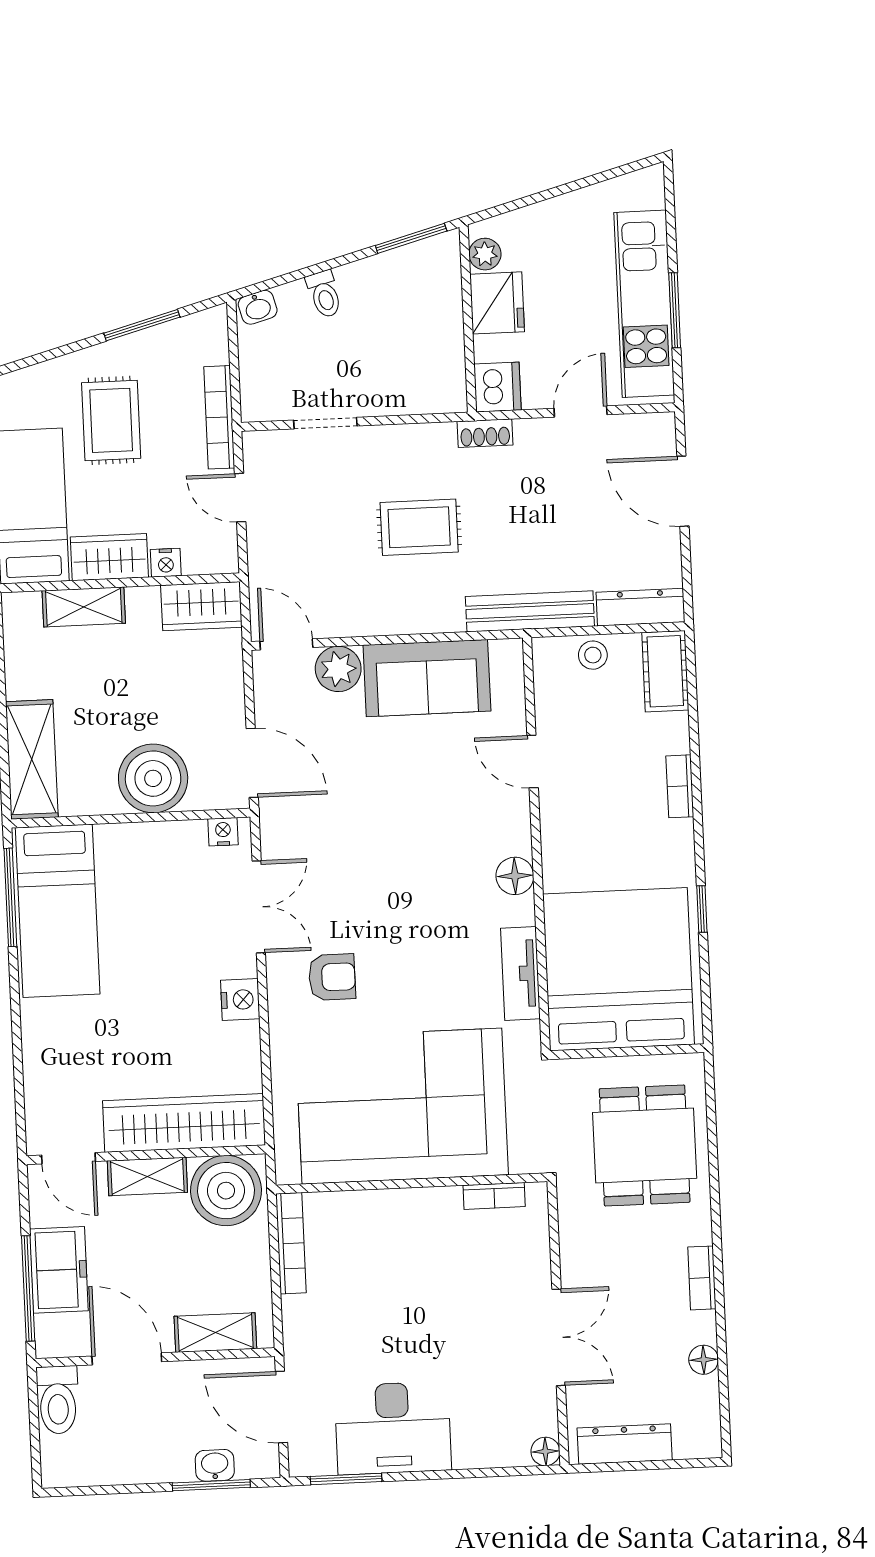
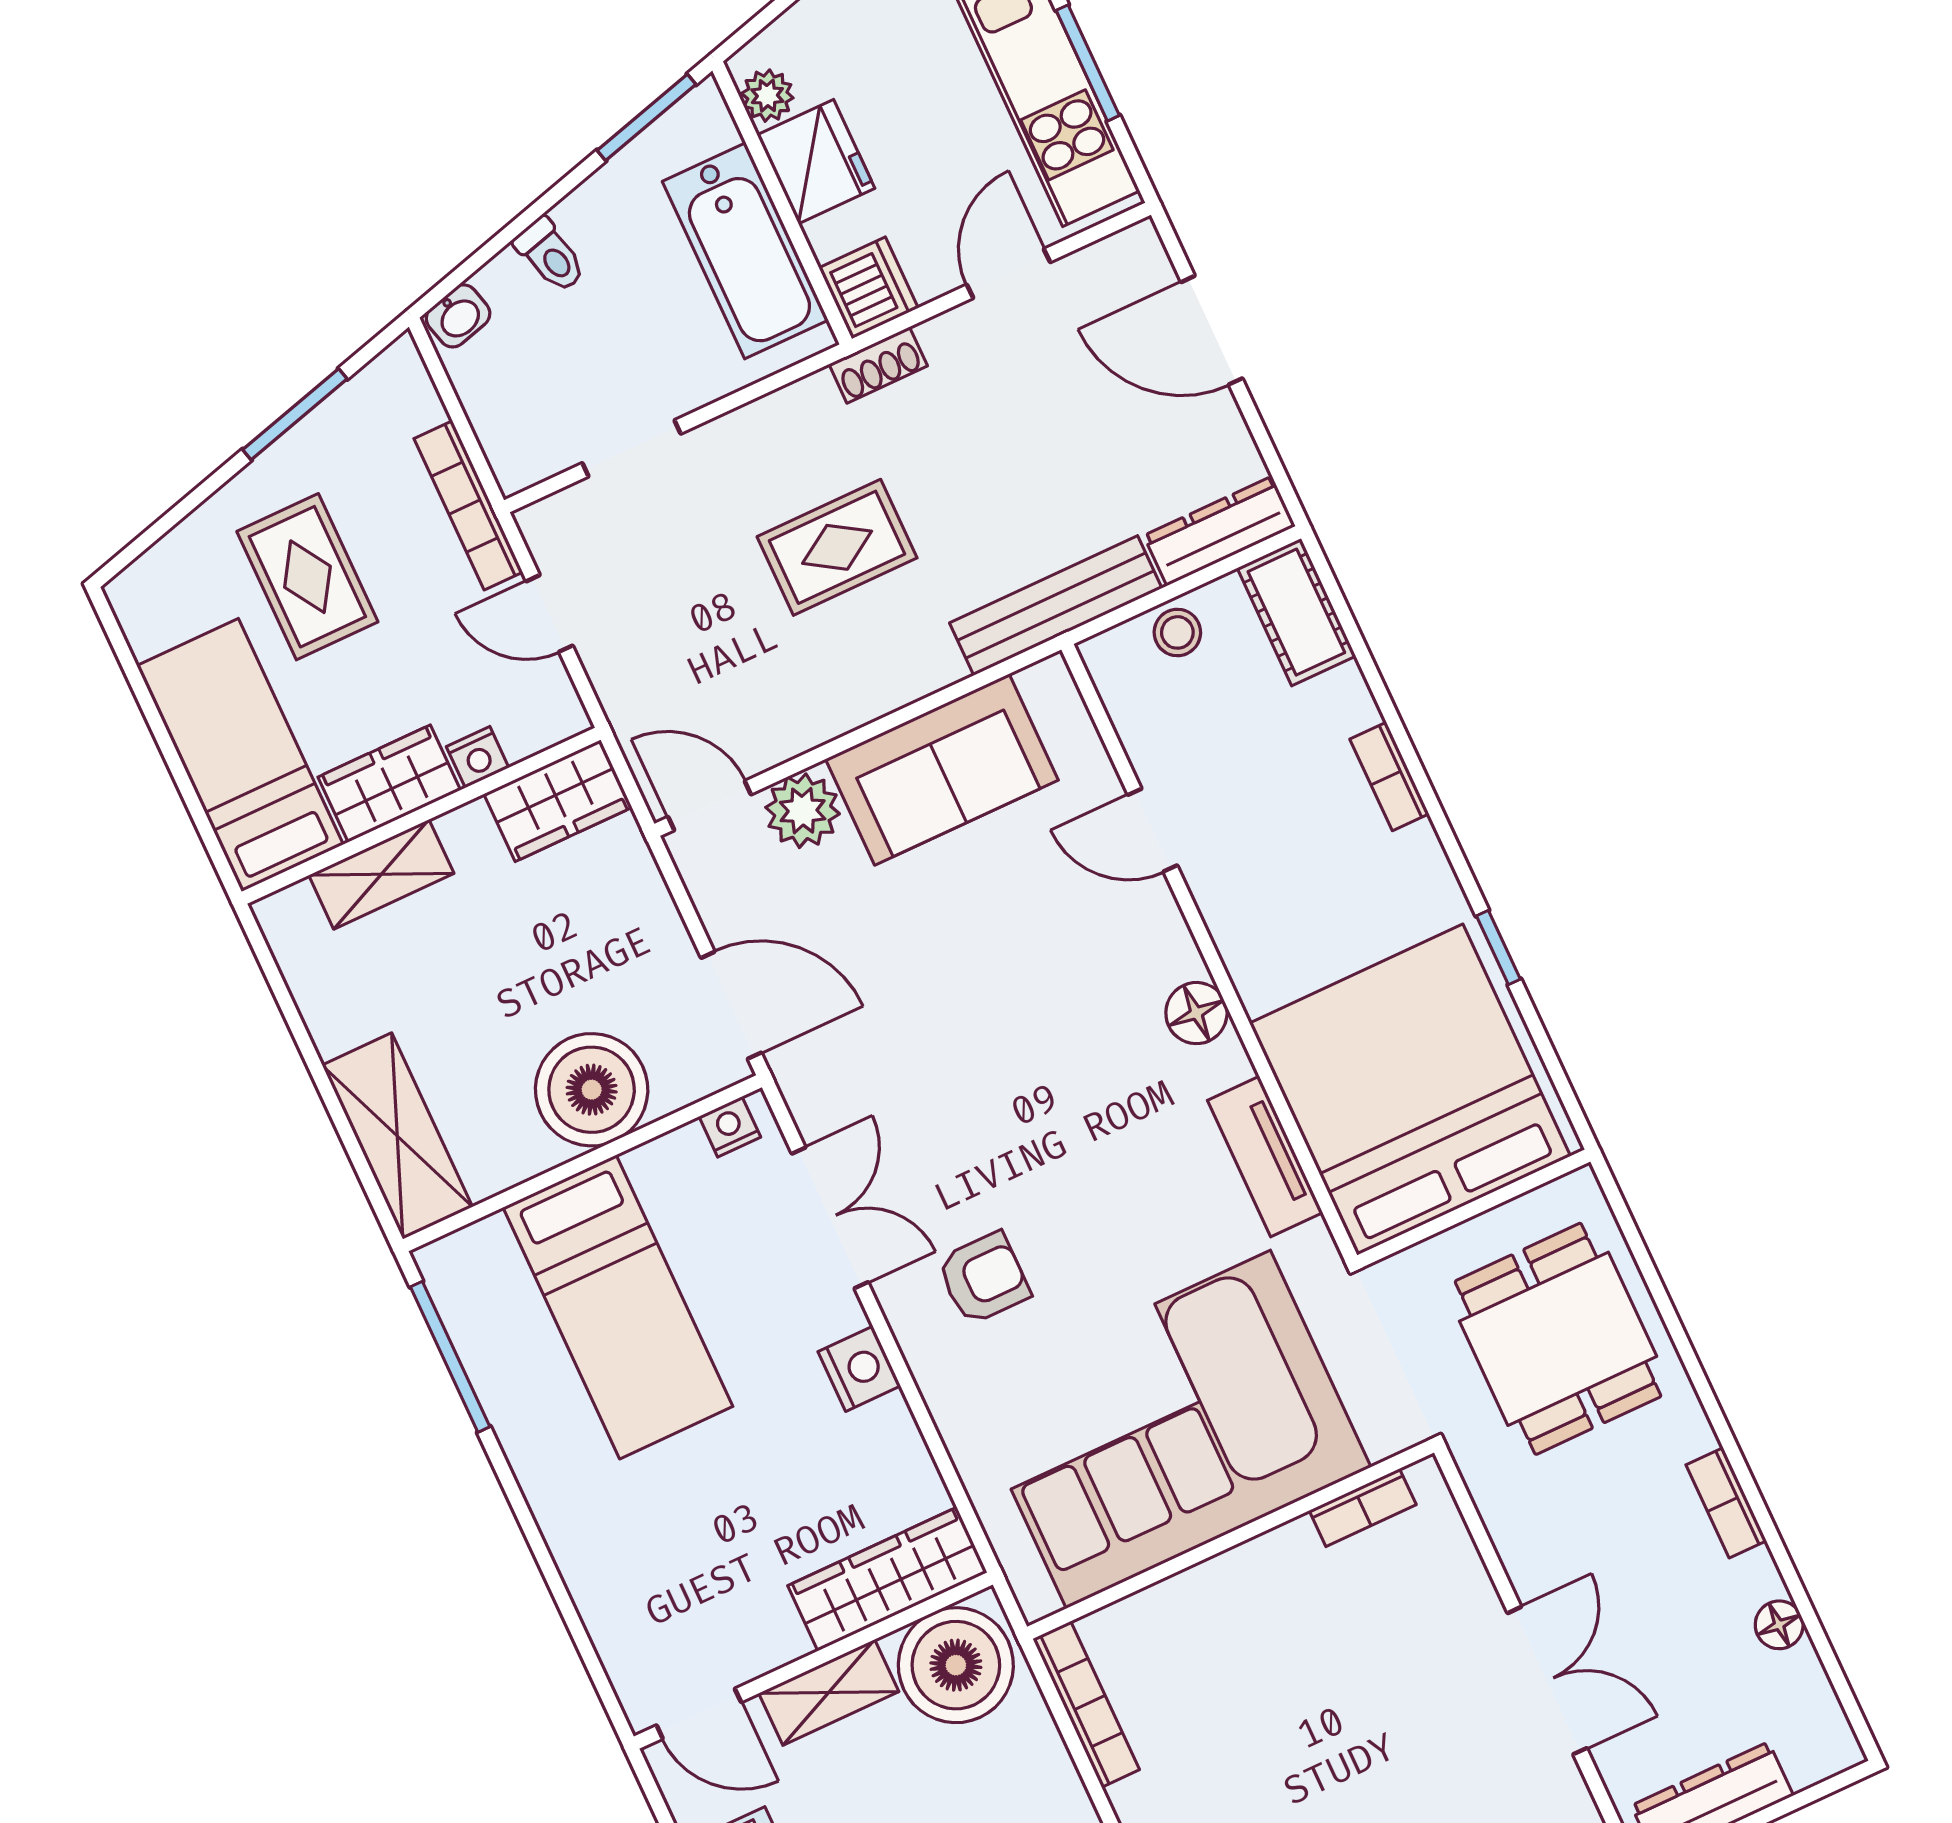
bathtub: (436, 337) -> (745, 251), added
bed: (58, 911) -> (618, 1307), moved
wardrobe: (184, 1123) -> (887, 1579), width x0.71, depth x0.85

